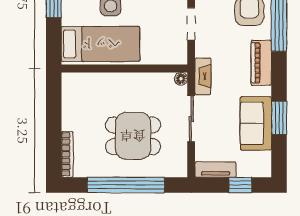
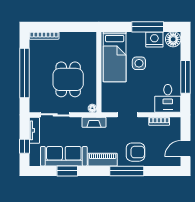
sliding door: (191, 119) -> (55, 115), moved
sofa: (256, 123) -> (64, 156), width x1.36
dining table: (133, 136) -> (68, 79), moved

